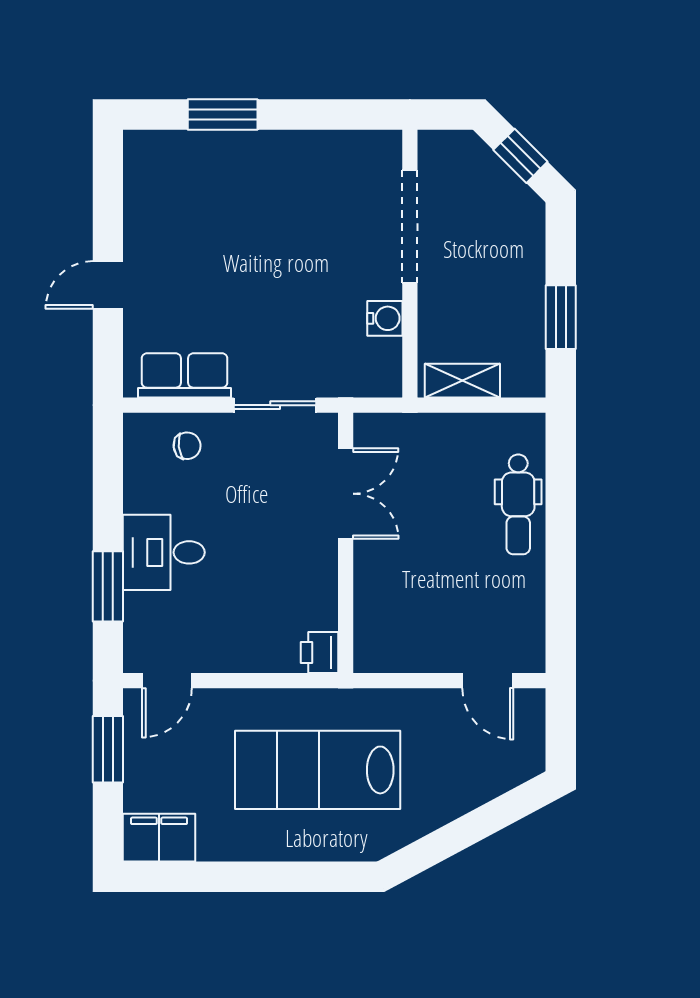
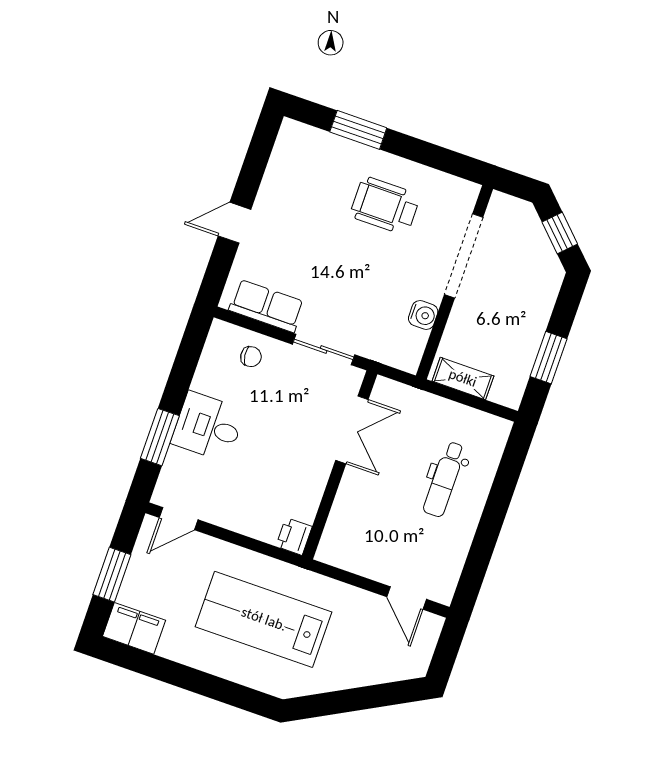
wheelchair: (289, 198) -> (385, 206), added
dental chair: (518, 504) -> (444, 479), moved
window: (108, 749) -> (112, 575), moved

